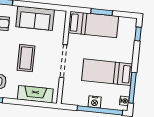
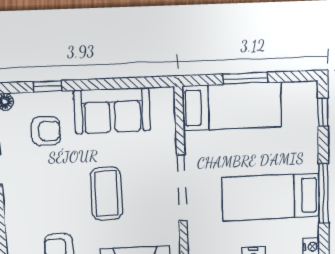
window: (132, 88) -> (324, 193), moved

